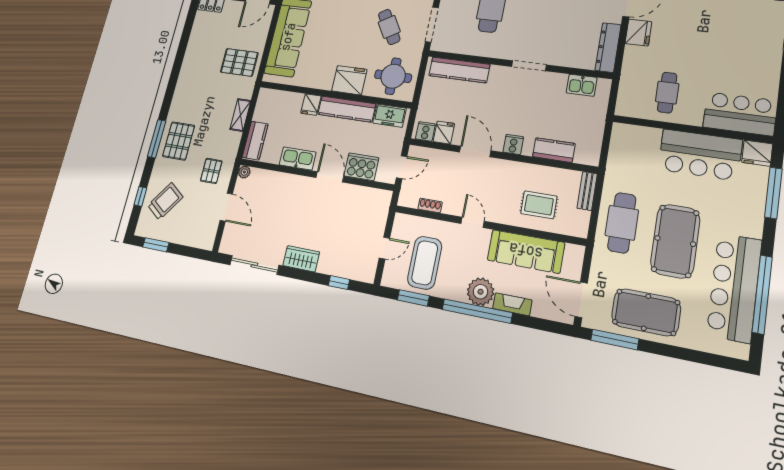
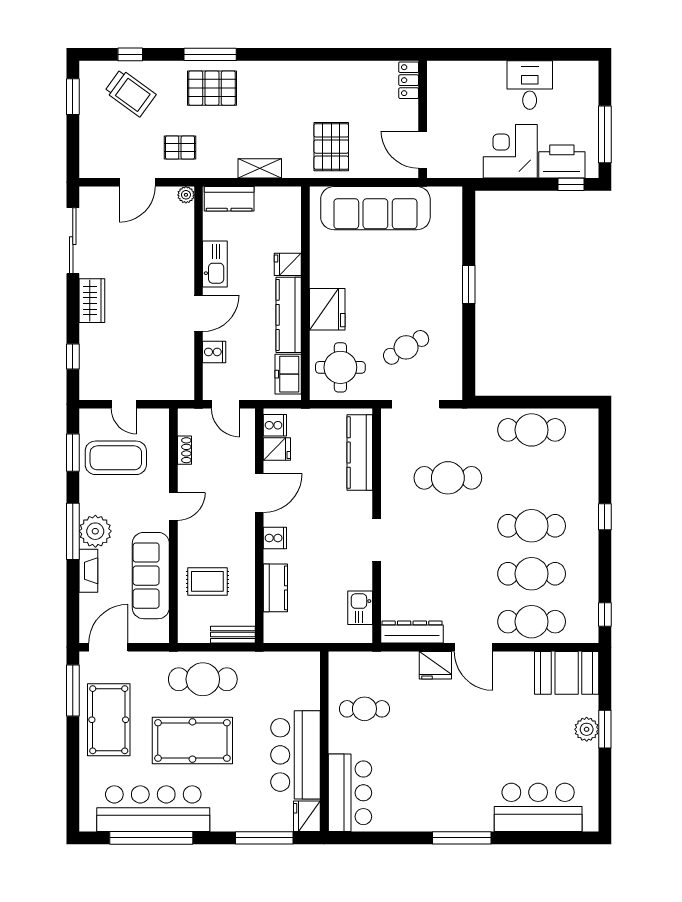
cooker: (361, 167) -> (214, 352), width x0.53, depth x0.76
rug: (539, 205) -> (207, 581), turned 90
window: (477, 311) -> (73, 531), width x0.68

